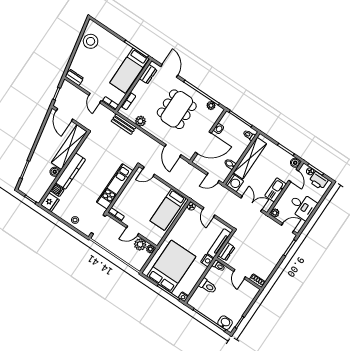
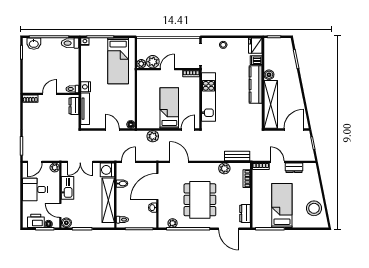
bed: (129, 71) -> (282, 206), moved
dresser: (74, 77) -> (294, 168), moved
door: (64, 115) -> (294, 129), hinge flipped
plant: (180, 185) -> (153, 136), added
bed: (168, 210) -> (169, 108), moved
bed: (171, 266) -> (118, 61), width x0.67
door: (240, 274) -> (50, 94), hinge flipped
toilet: (208, 286) -> (70, 43), moved

